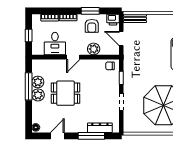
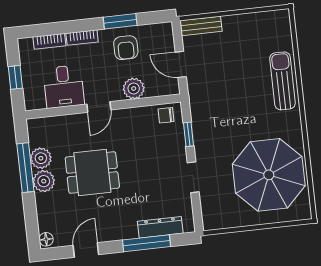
printer: (113, 20) -> (162, 32), removed

